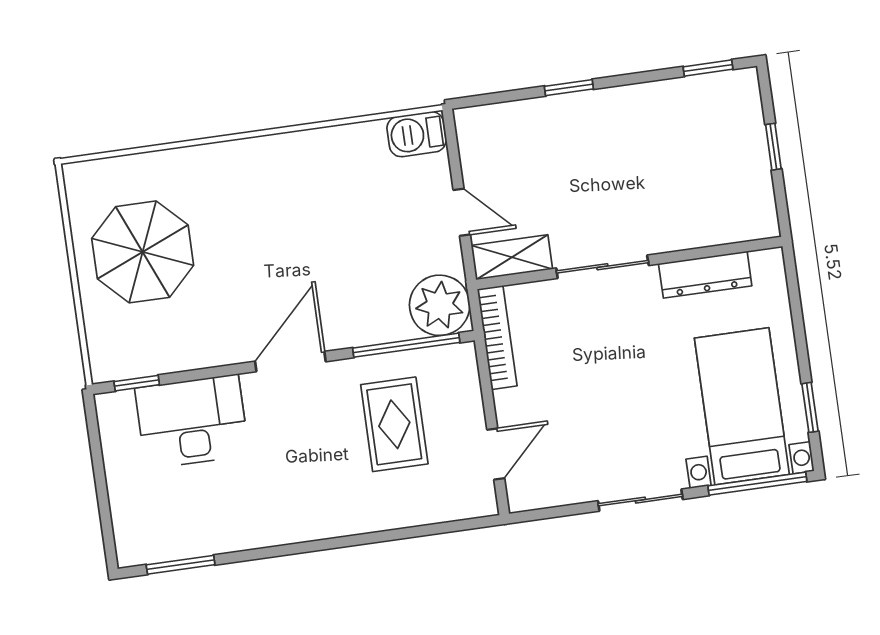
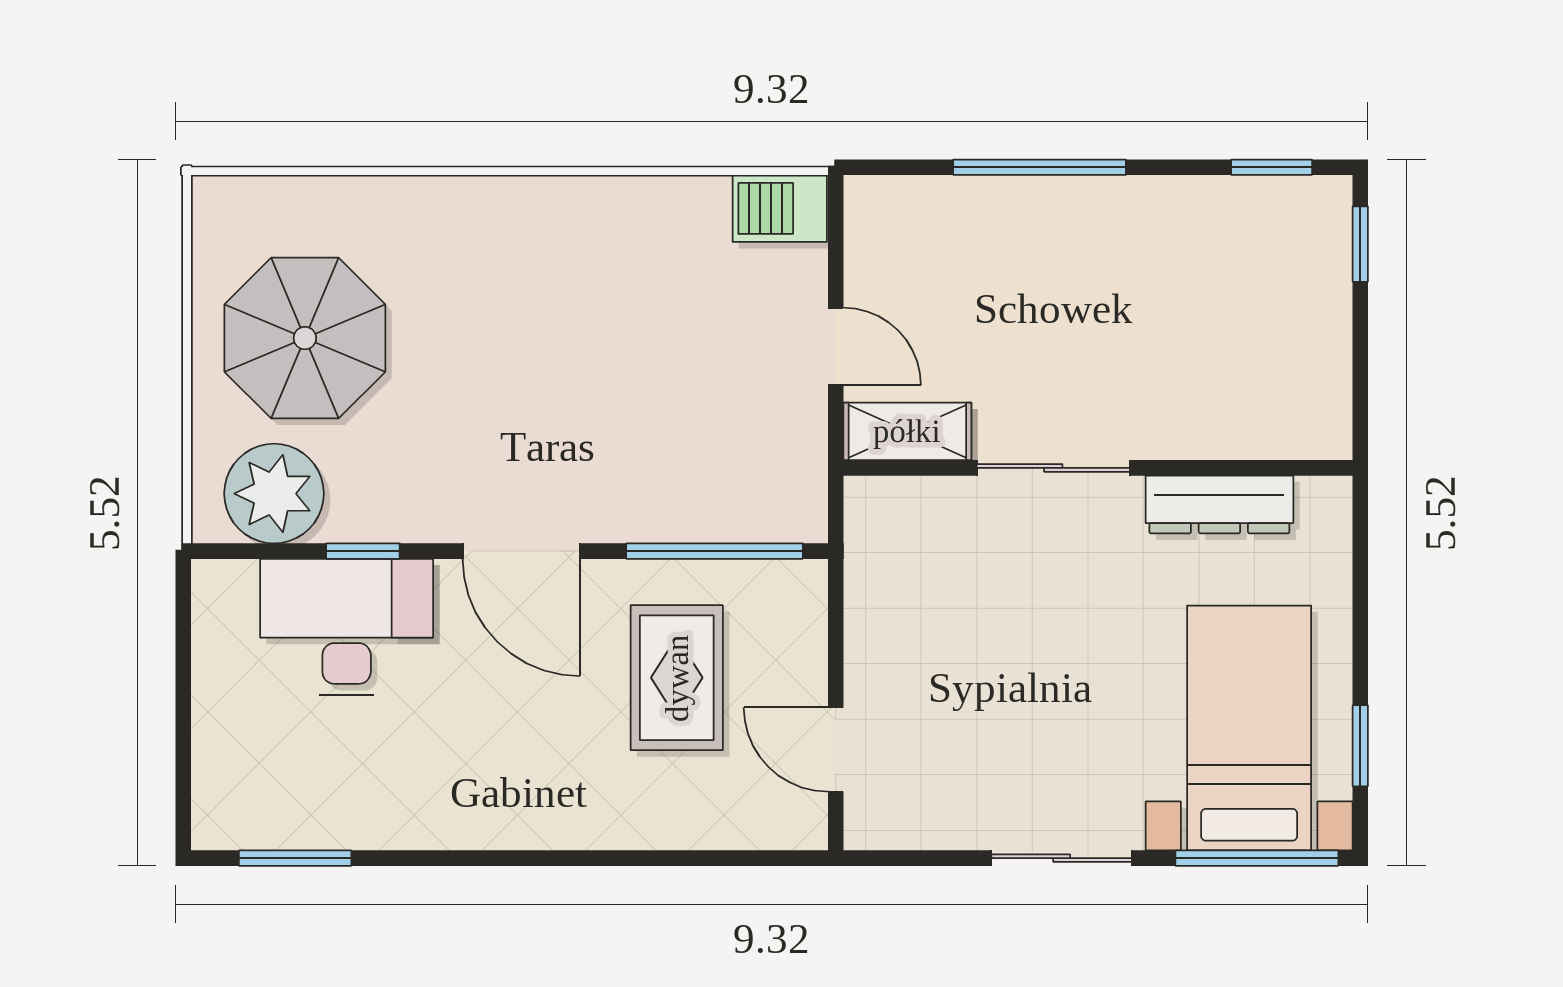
window: (569, 88) -> (1040, 167), width x2.17
window: (773, 147) -> (1360, 244), moved
plant: (440, 305) -> (274, 494), moved
bookcase: (497, 338) -> (865, 559), removed
door: (290, 361) -> (521, 551), swing flipped
window: (137, 383) -> (363, 551), moved
door: (496, 454) -> (836, 749), swing flipped

